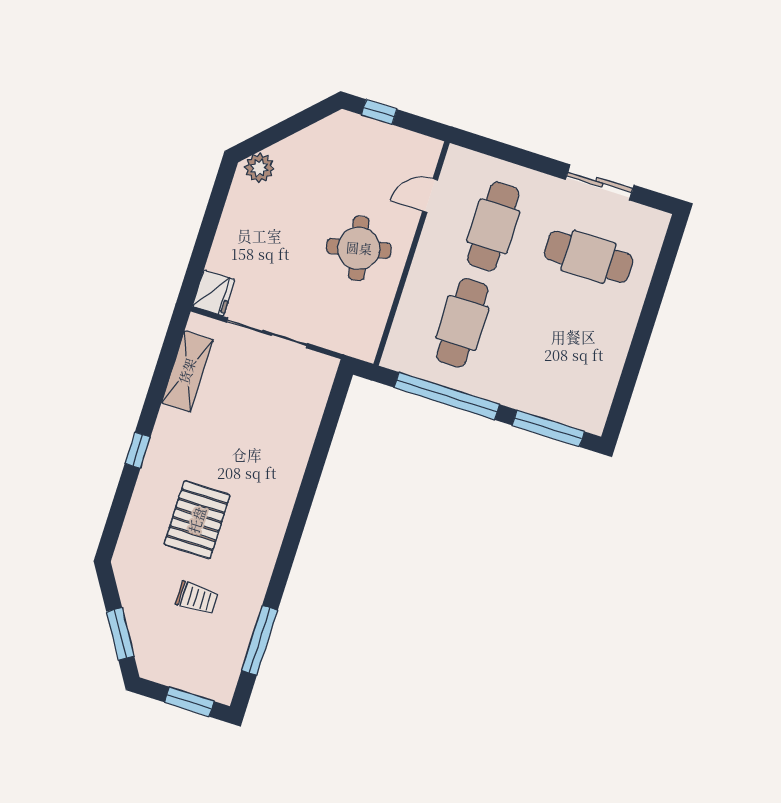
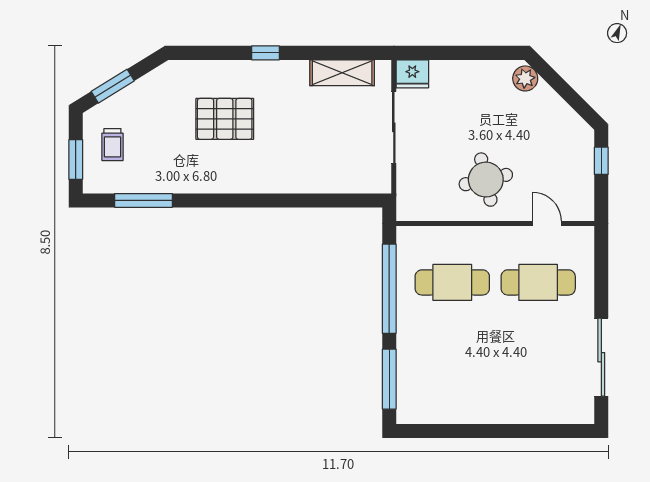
sliding door: (600, 182) -> (601, 357), width x1.37
cafe table: (589, 257) -> (538, 367), removed
trolley: (197, 598) -> (112, 145), moved

